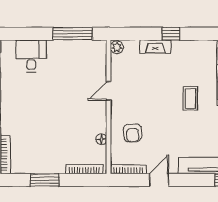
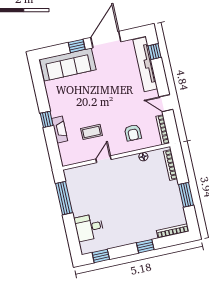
plant: (117, 47) -> (67, 160), removed
door: (109, 91) -> (104, 159), swing flipped
coffee table: (190, 98) -> (91, 132), moved
armchair: (132, 133) -> (133, 133), turned 94

